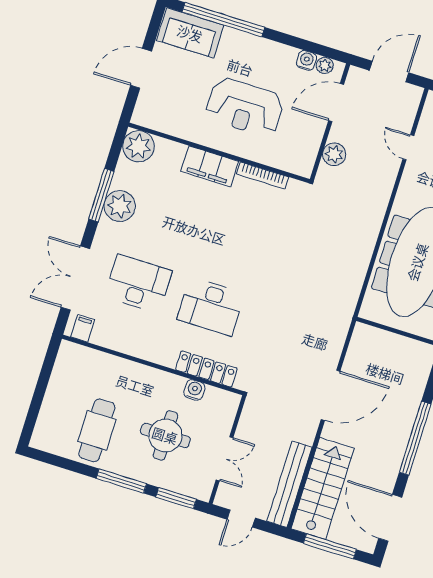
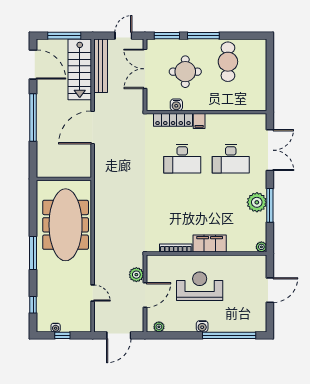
sofa: (190, 33) -> (247, 321), removed
water cooler: (306, 60) -> (202, 326), moved
door: (336, 103) -> (145, 295), moved
plant: (139, 146) -> (261, 247), width x0.53, depth x0.53
desk: (211, 306) -> (182, 159), turned 180
filing cabinet: (83, 328) -> (199, 121), moved
double door: (225, 459) -> (145, 69), width x1.37

